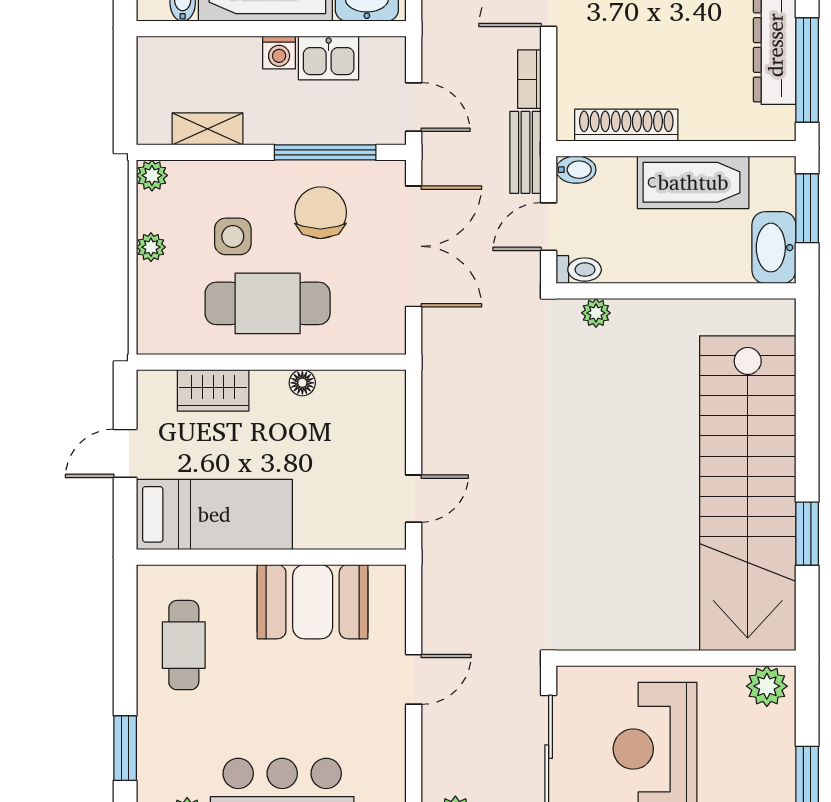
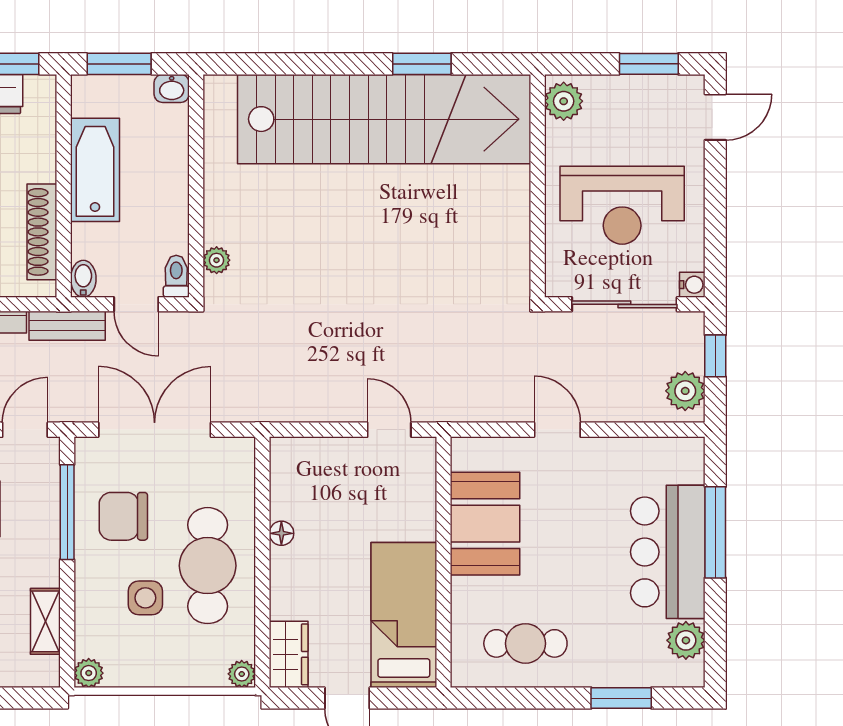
plant: (151, 247) -> (242, 674), moved
washbasin: (774, 248) -> (172, 88), width x0.52, depth x0.69
wardrobe: (213, 390) -> (289, 654), moved

